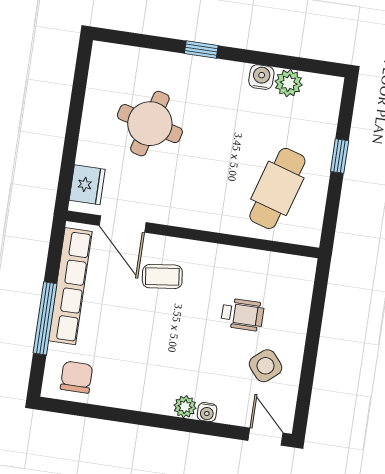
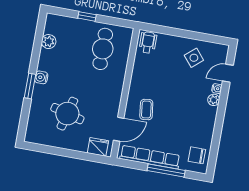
window: (201, 50) -> (30, 86), width x1.50
water cooler: (261, 77) -> (41, 77), moved
cafe table: (277, 188) -> (103, 49), turned 73
wheelchair: (242, 315) -> (148, 42), moved
door: (266, 437) -> (228, 73), moved

